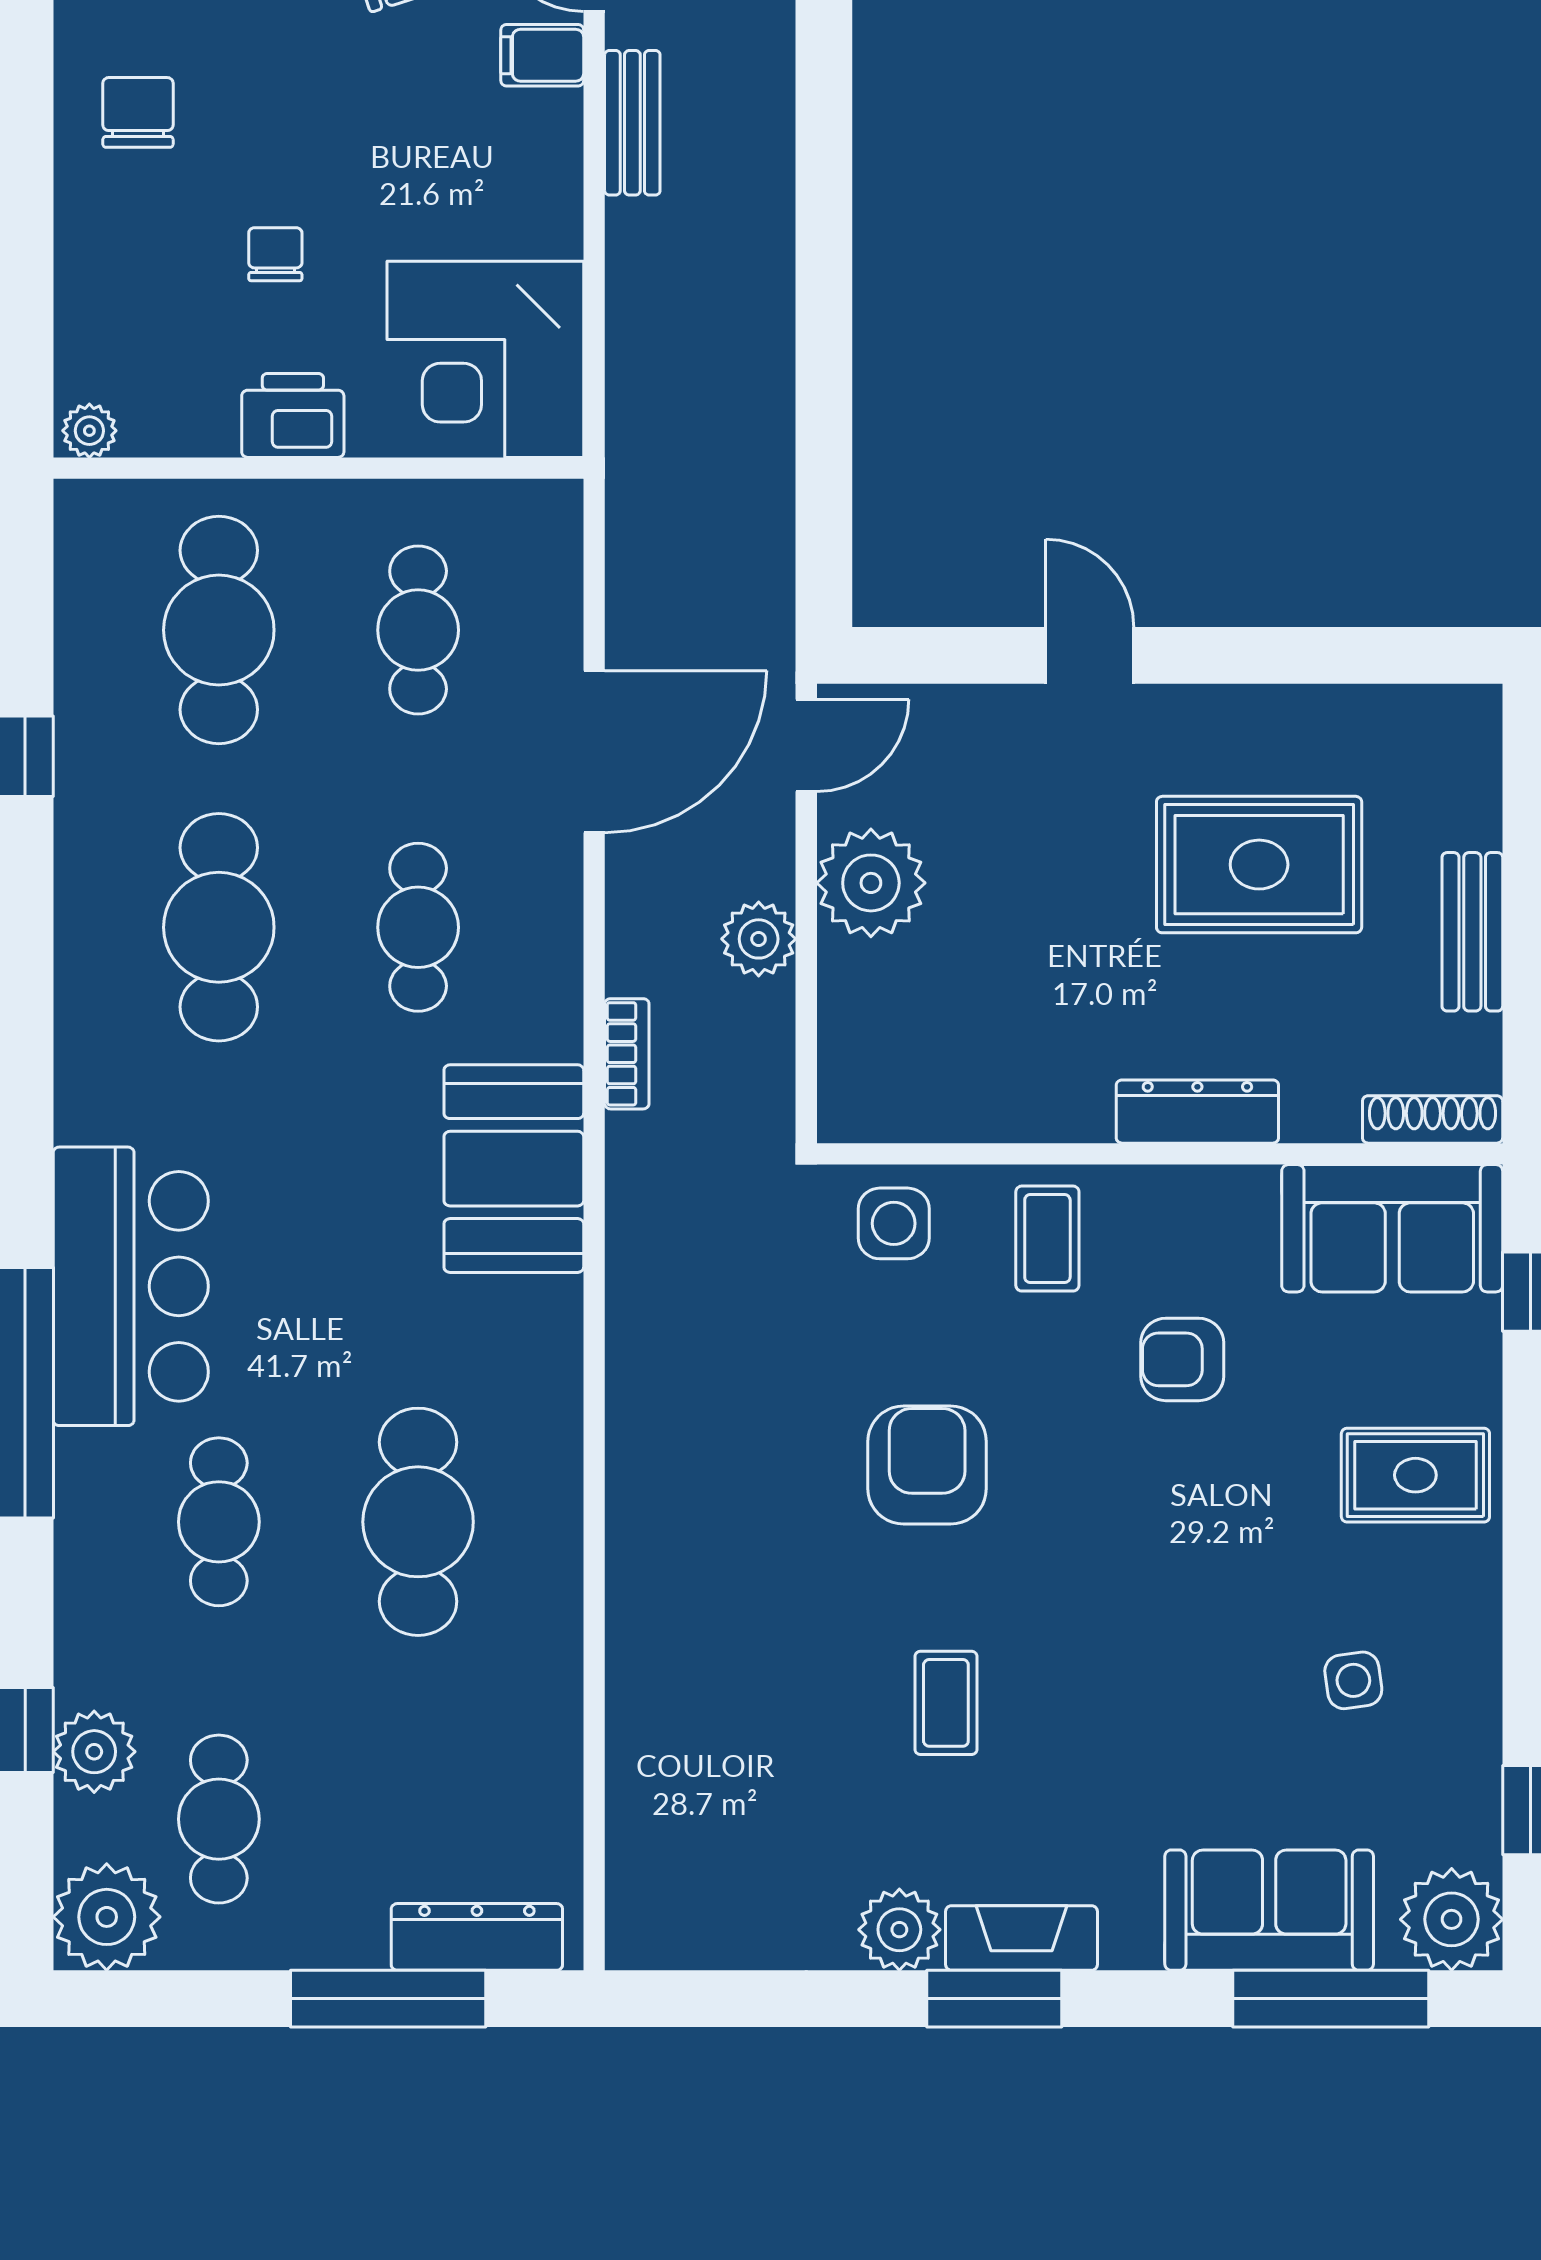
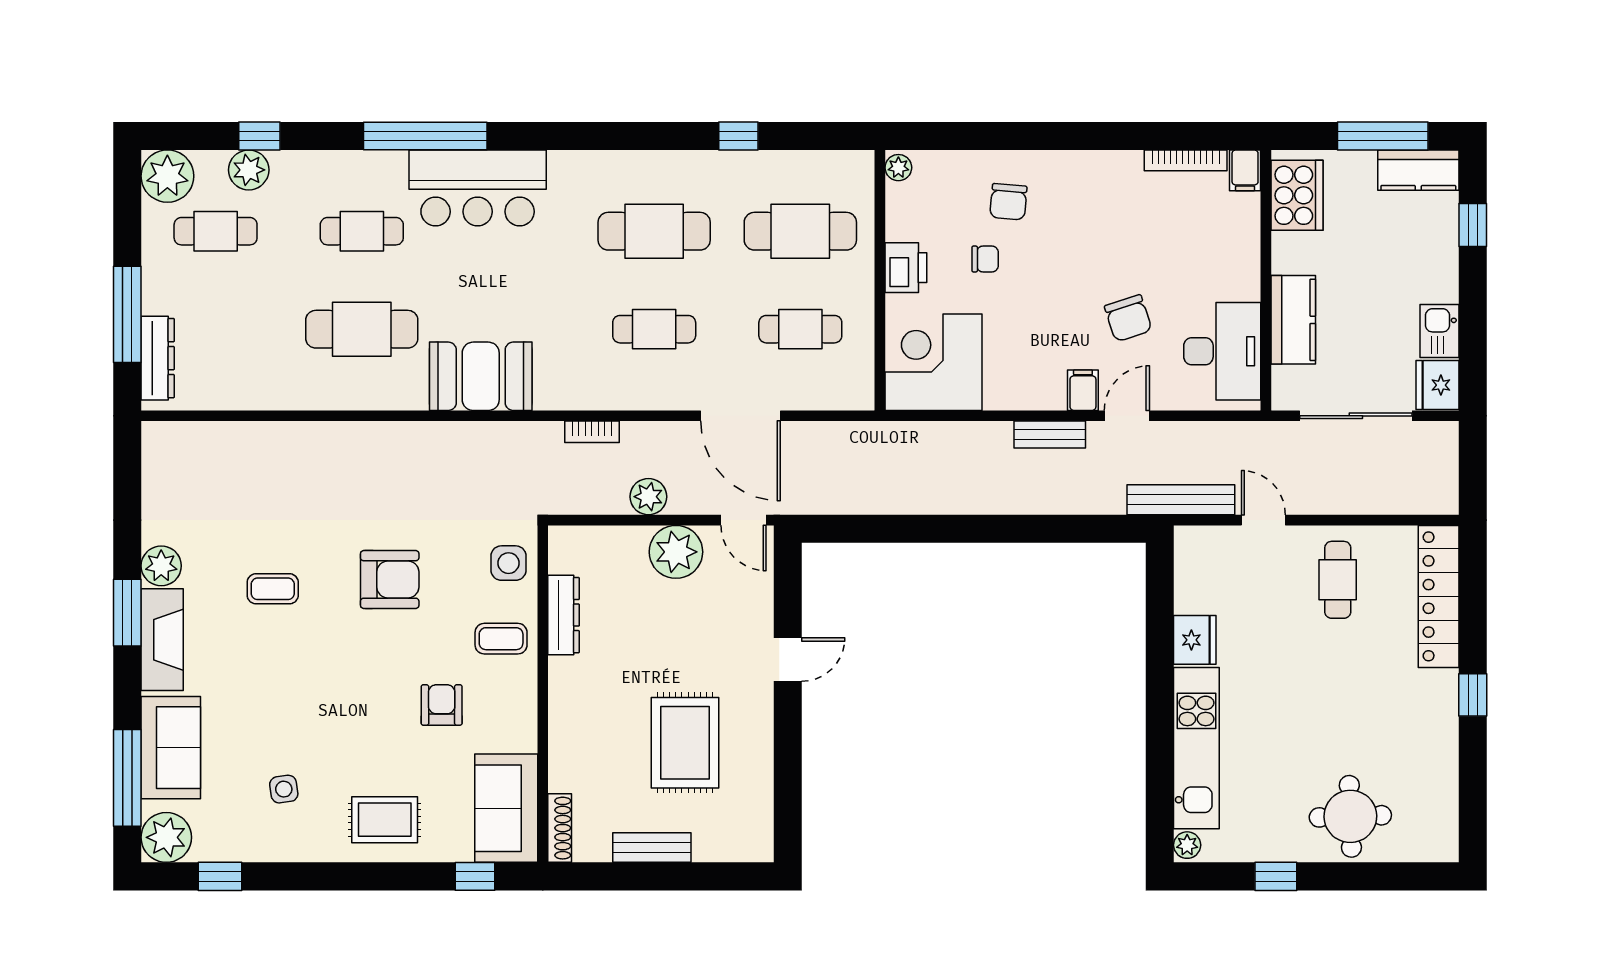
chair: (138, 112) -> (1008, 202), moved, turned 95
dresser: (1197, 1112) -> (564, 615), moved
booth: (514, 1169) -> (481, 376), moved
rug: (1415, 1475) -> (385, 820), turned 90
fireplace: (1021, 1938) -> (162, 640), width x1.37, depth x1.32

